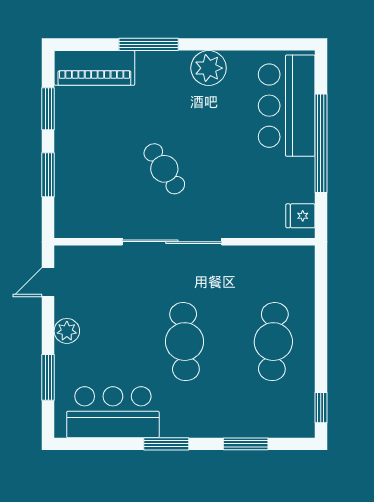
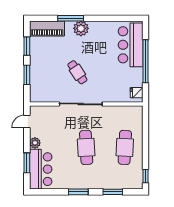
plant: (209, 68) -> (81, 28), moved
bar counter: (113, 412) -> (41, 169), moved, turned 90

